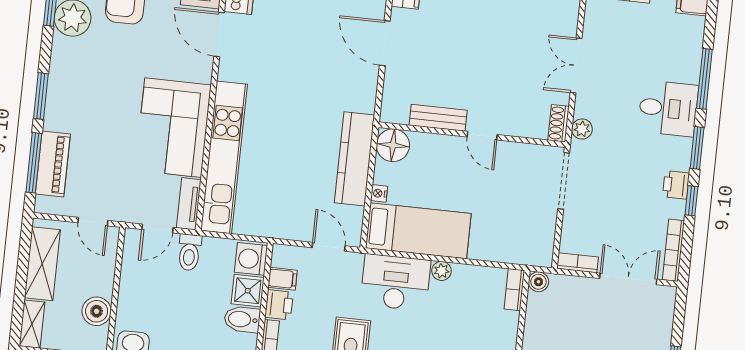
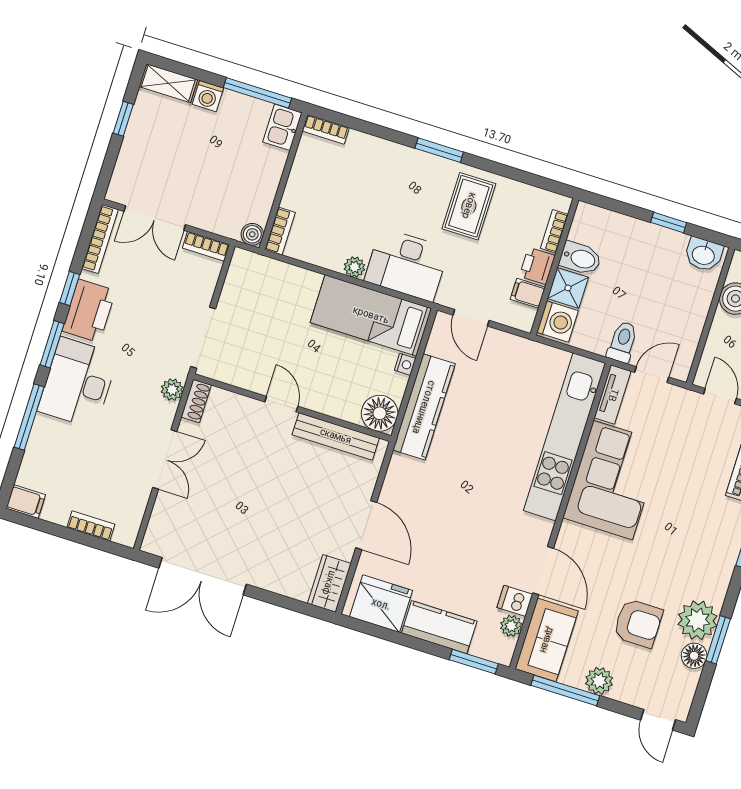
desk: (668, 108) -> (78, 383), width x1.37
bench: (438, 118) -> (336, 436), width x1.36
printer: (676, 185) -> (89, 311), width x1.87, depth x1.48

